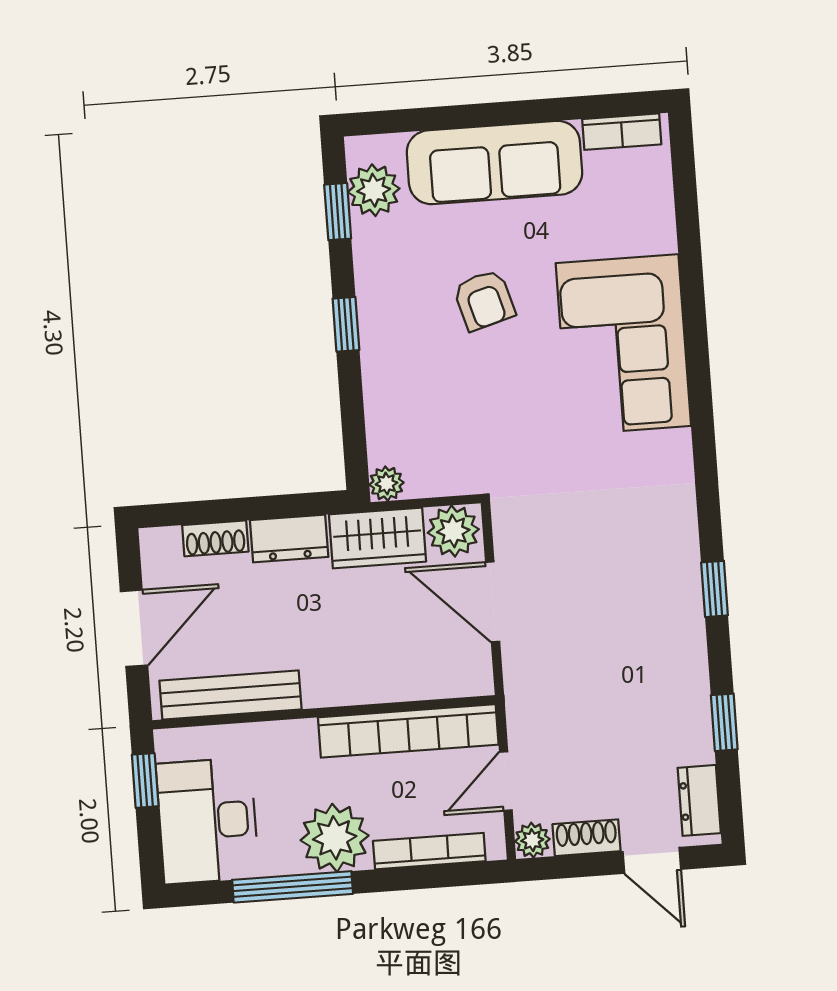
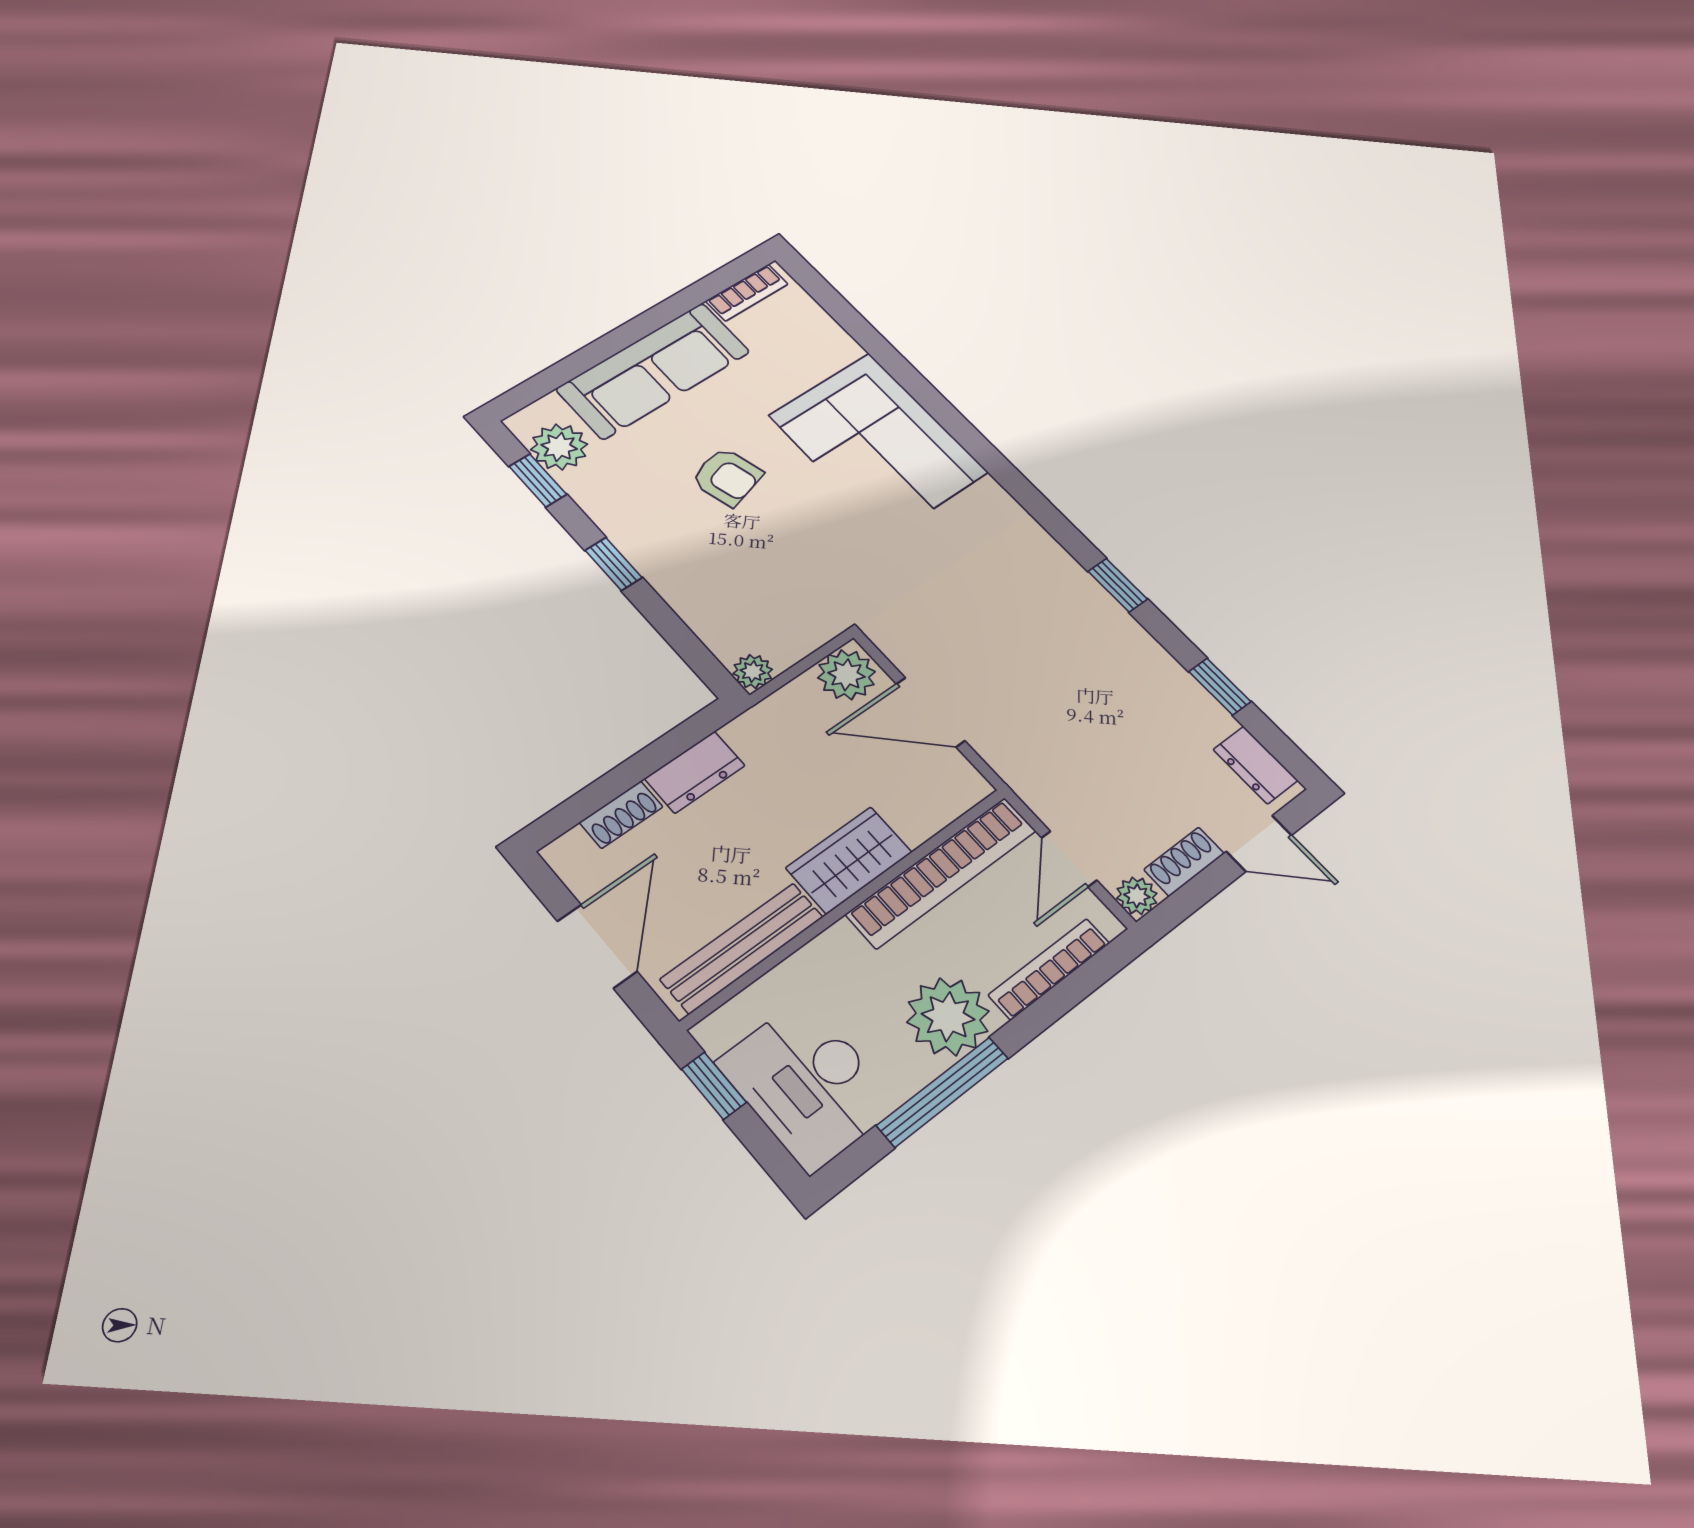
wardrobe: (377, 538) -> (849, 860), moved, turned 180

